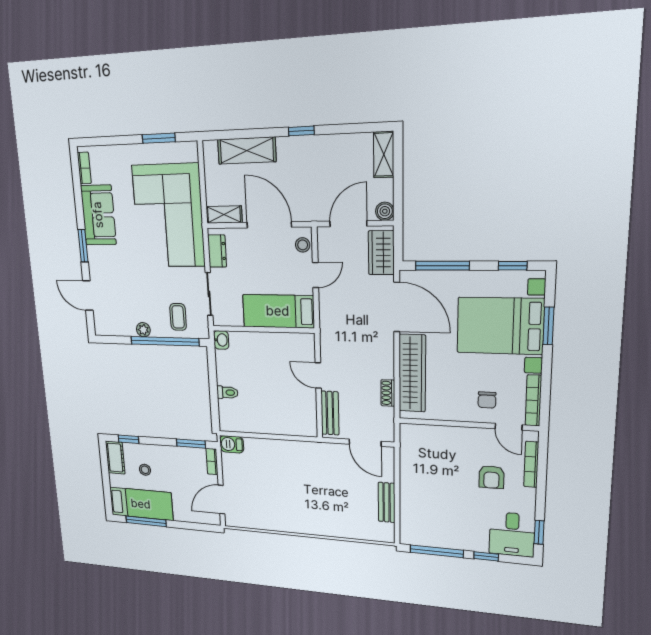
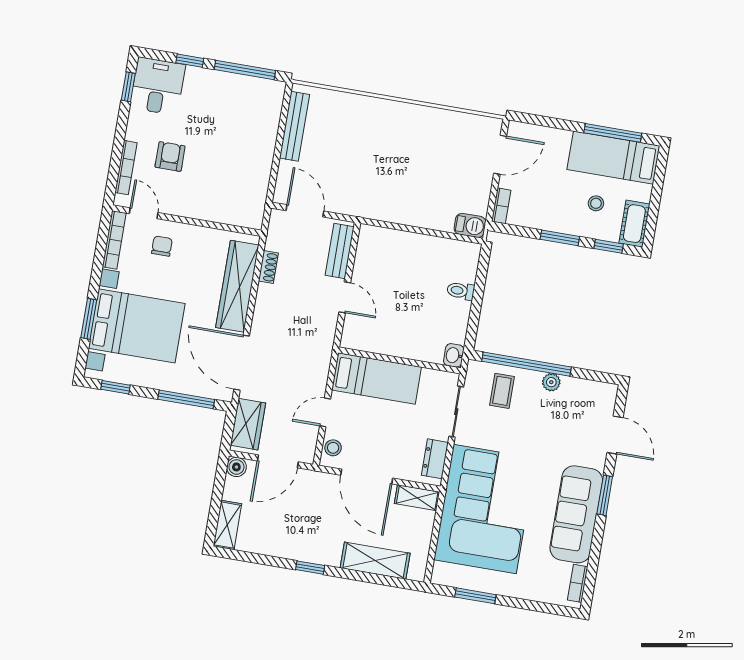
sofa: (98, 215) -> (576, 514), width x1.36
window: (191, 444) -> (560, 238), moved
bench: (387, 502) -> (294, 126), width x1.36

